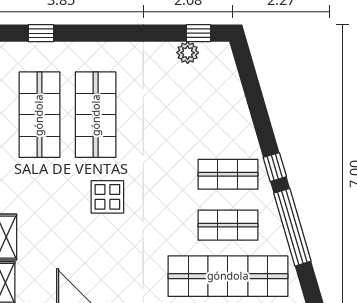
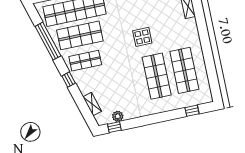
shelving: (232, 87) -> (92, 104), added
window: (275, 167) -> (69, 80), moved
shop shelf: (228, 225) -> (80, 35), width x1.43, depth x1.36

